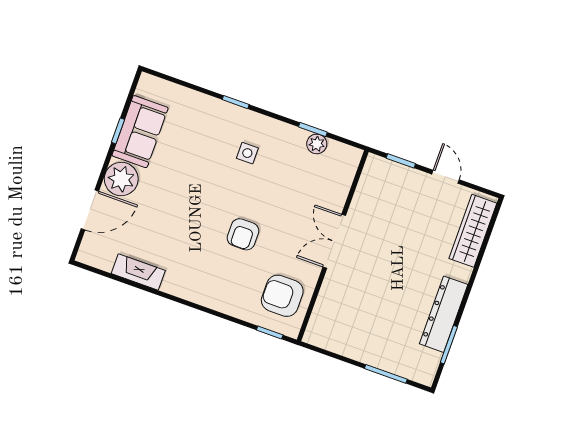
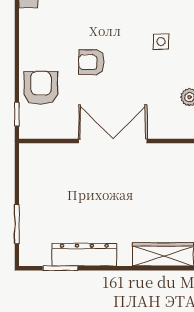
double door: (334, 241) -> (113, 141), width x1.37
armchair: (282, 296) -> (41, 88), moved

